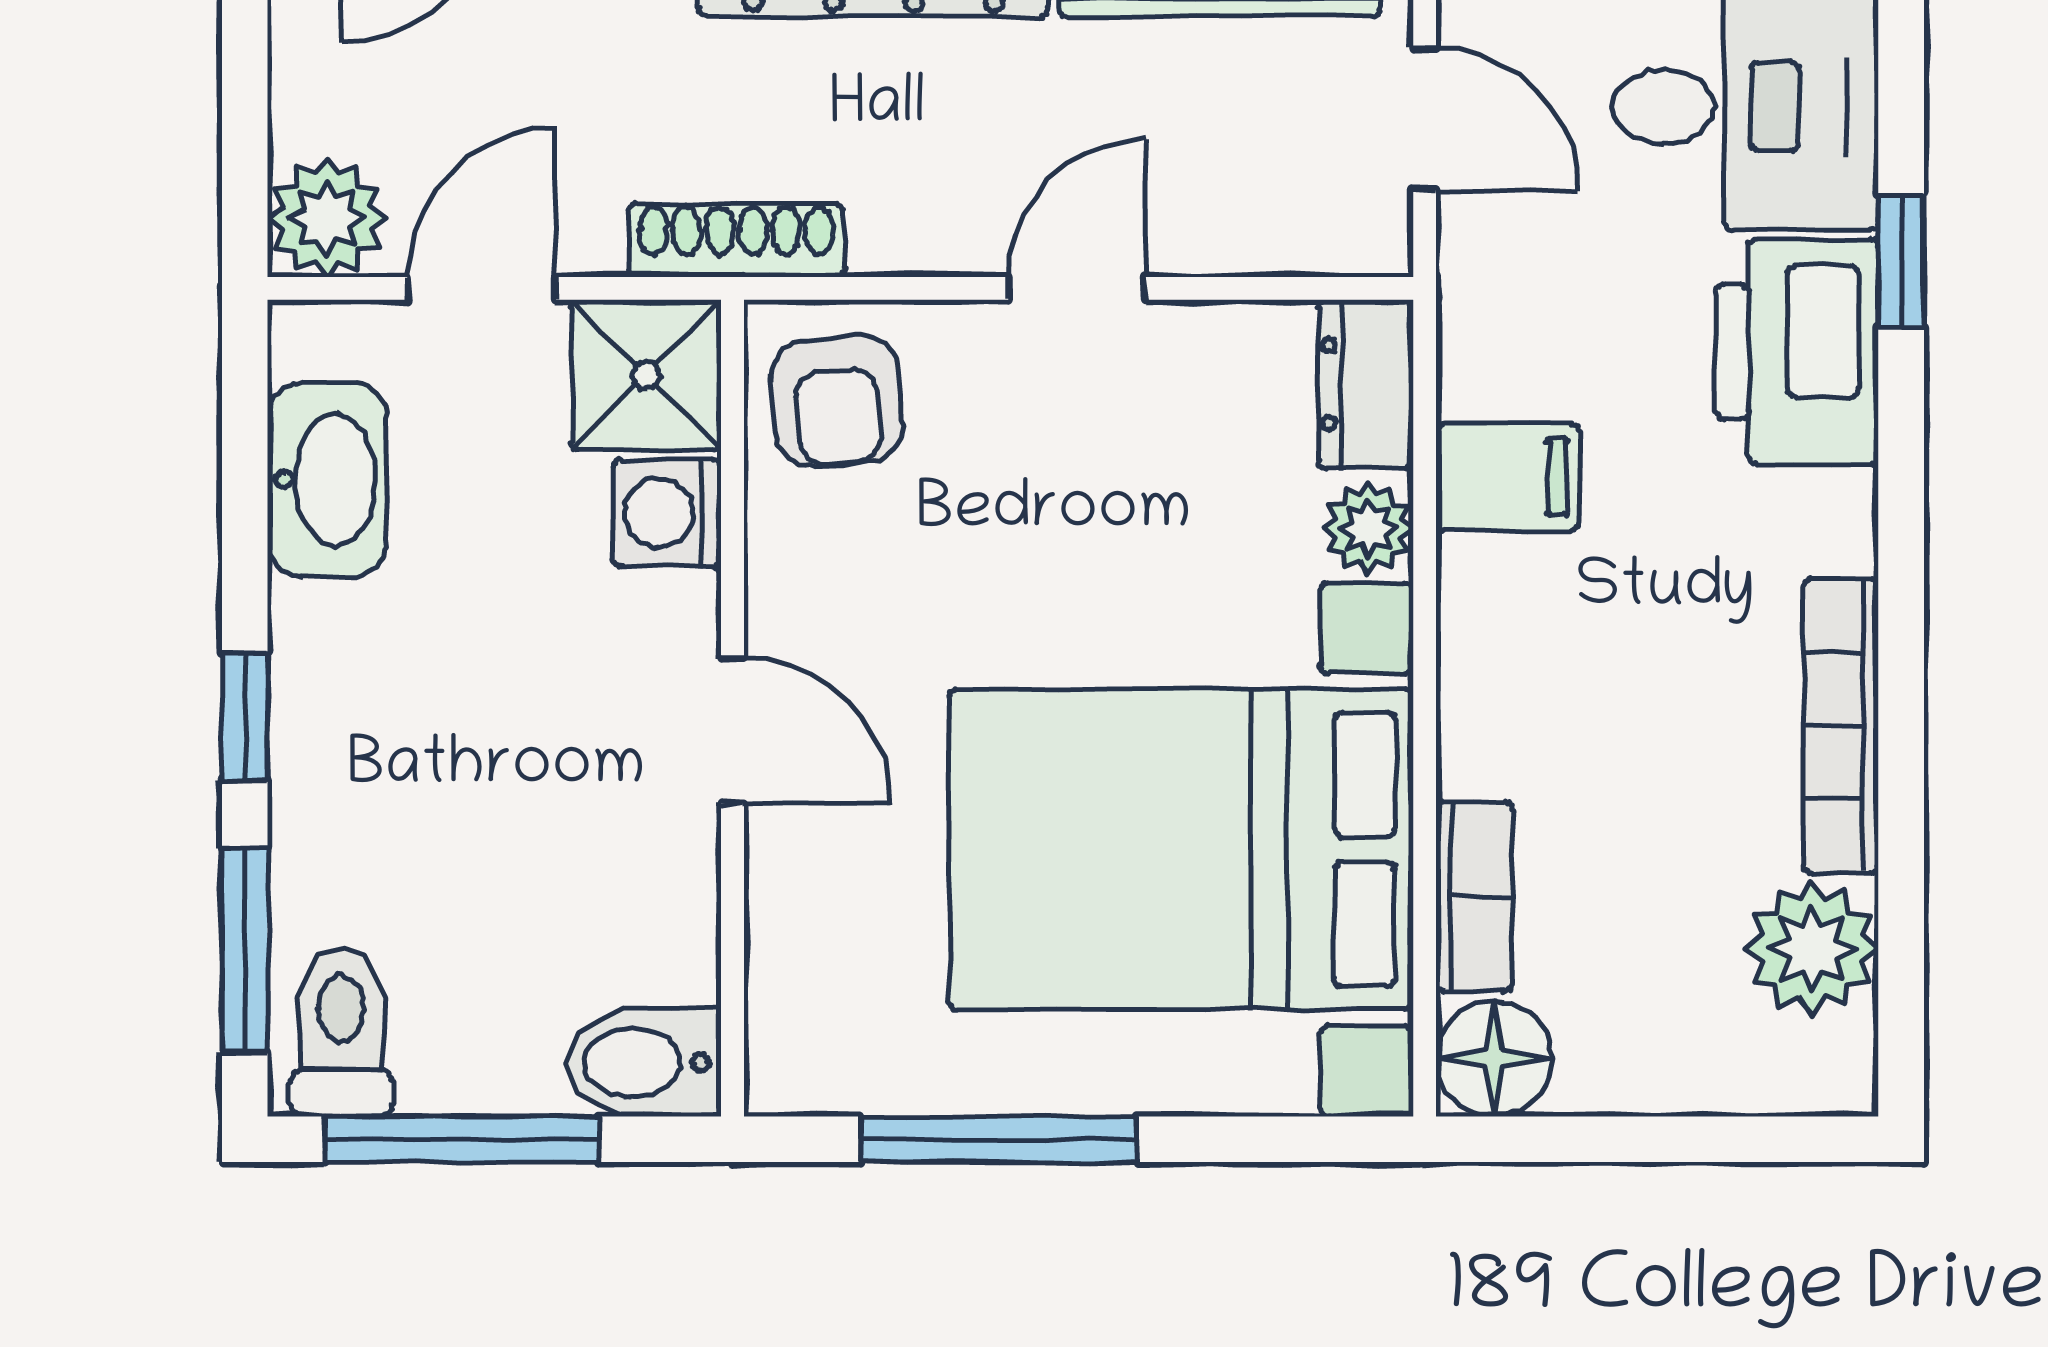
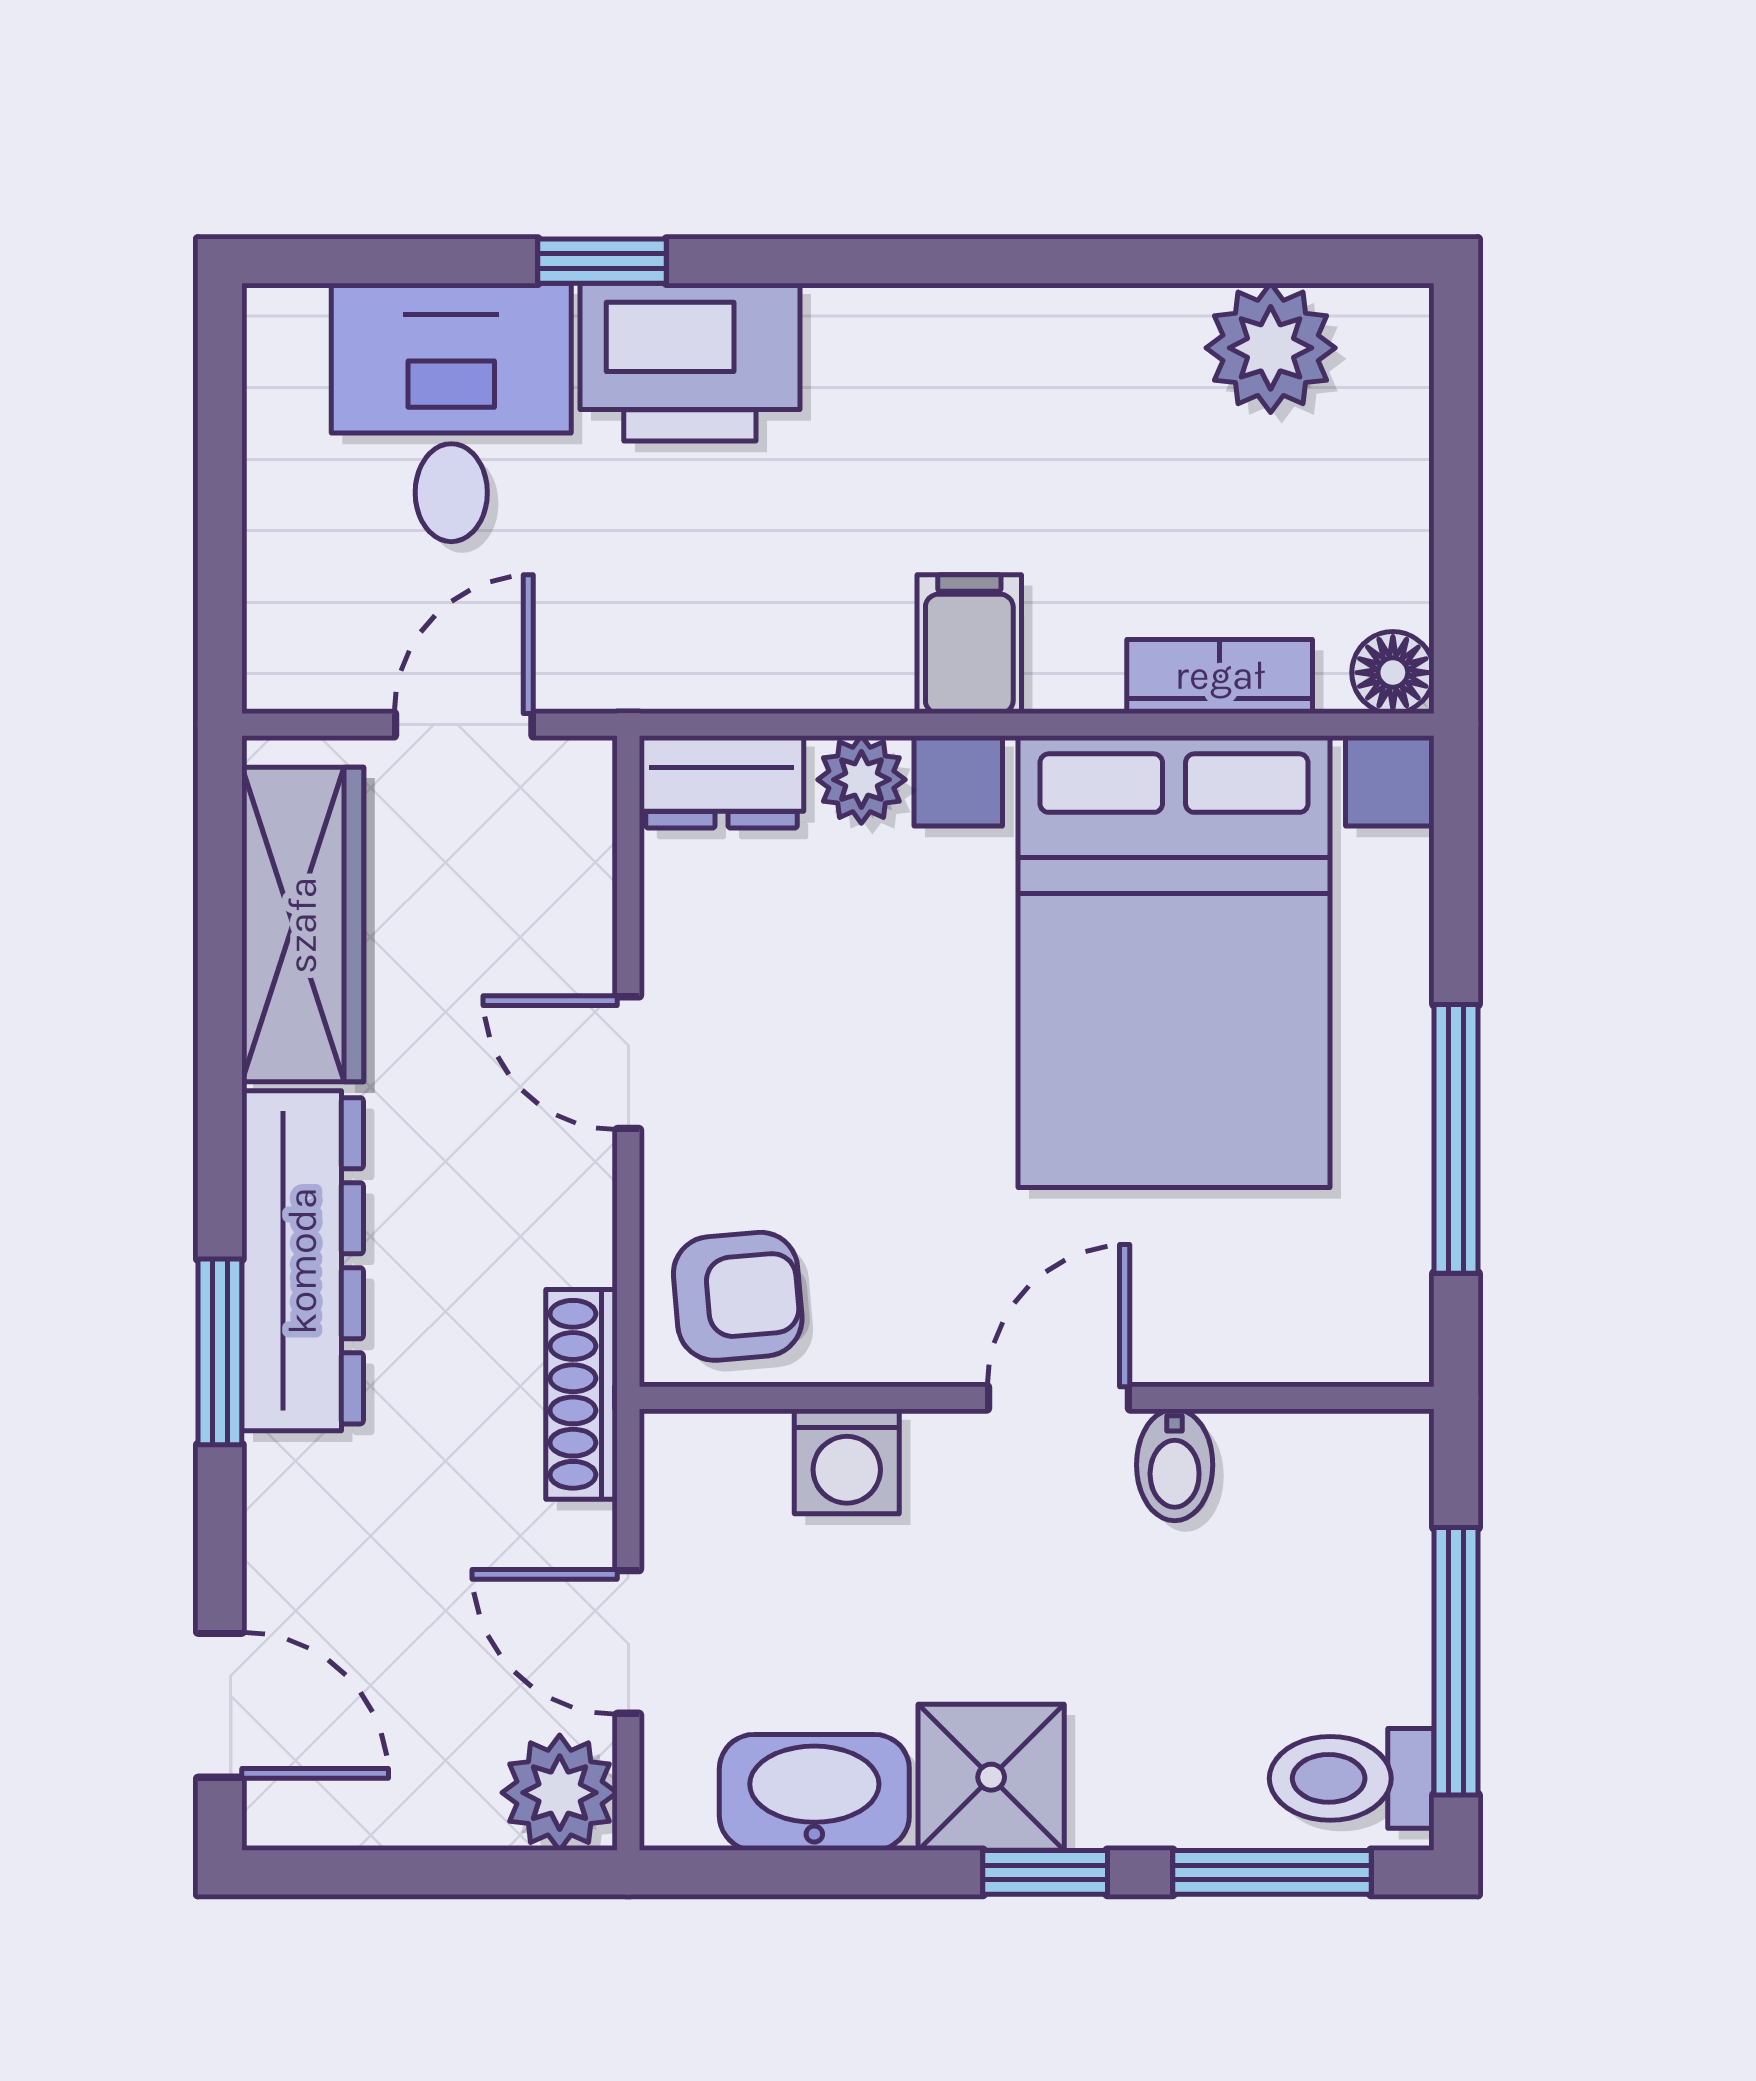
shower: (646, 375) -> (991, 1777), moved
filing cabinet: (1507, 477) -> (969, 644), moved
bookcase: (1841, 726) -> (1054, 320), removed
floor lamp: (1494, 1059) -> (1393, 673), width x0.73, depth x0.73
bidet: (643, 1063) -> (1175, 1465), moved, width x0.72, depth x0.74

